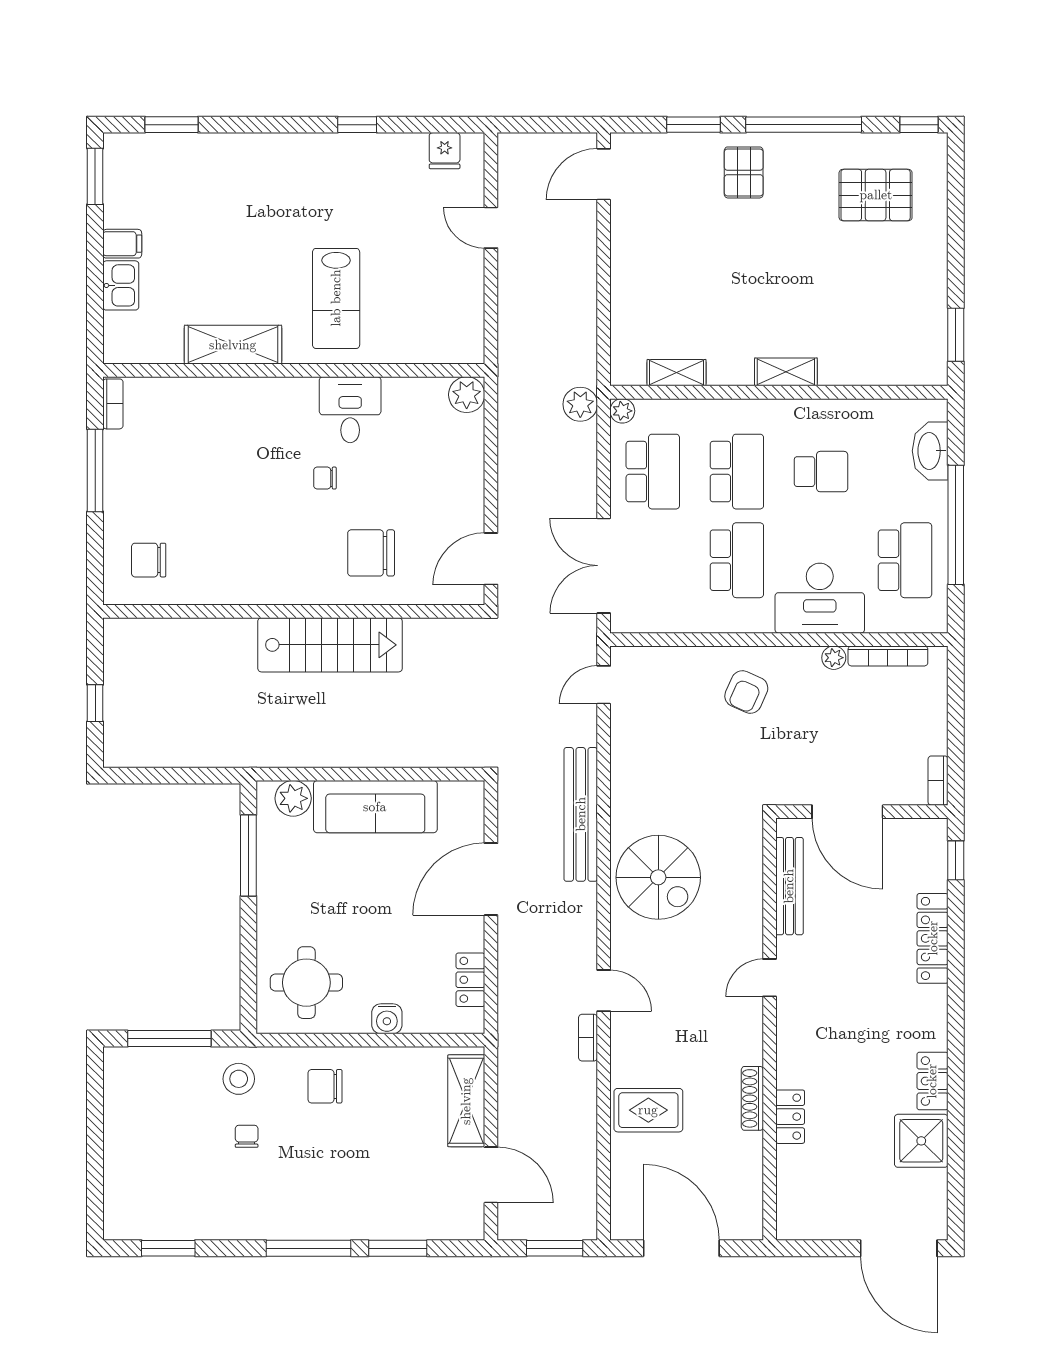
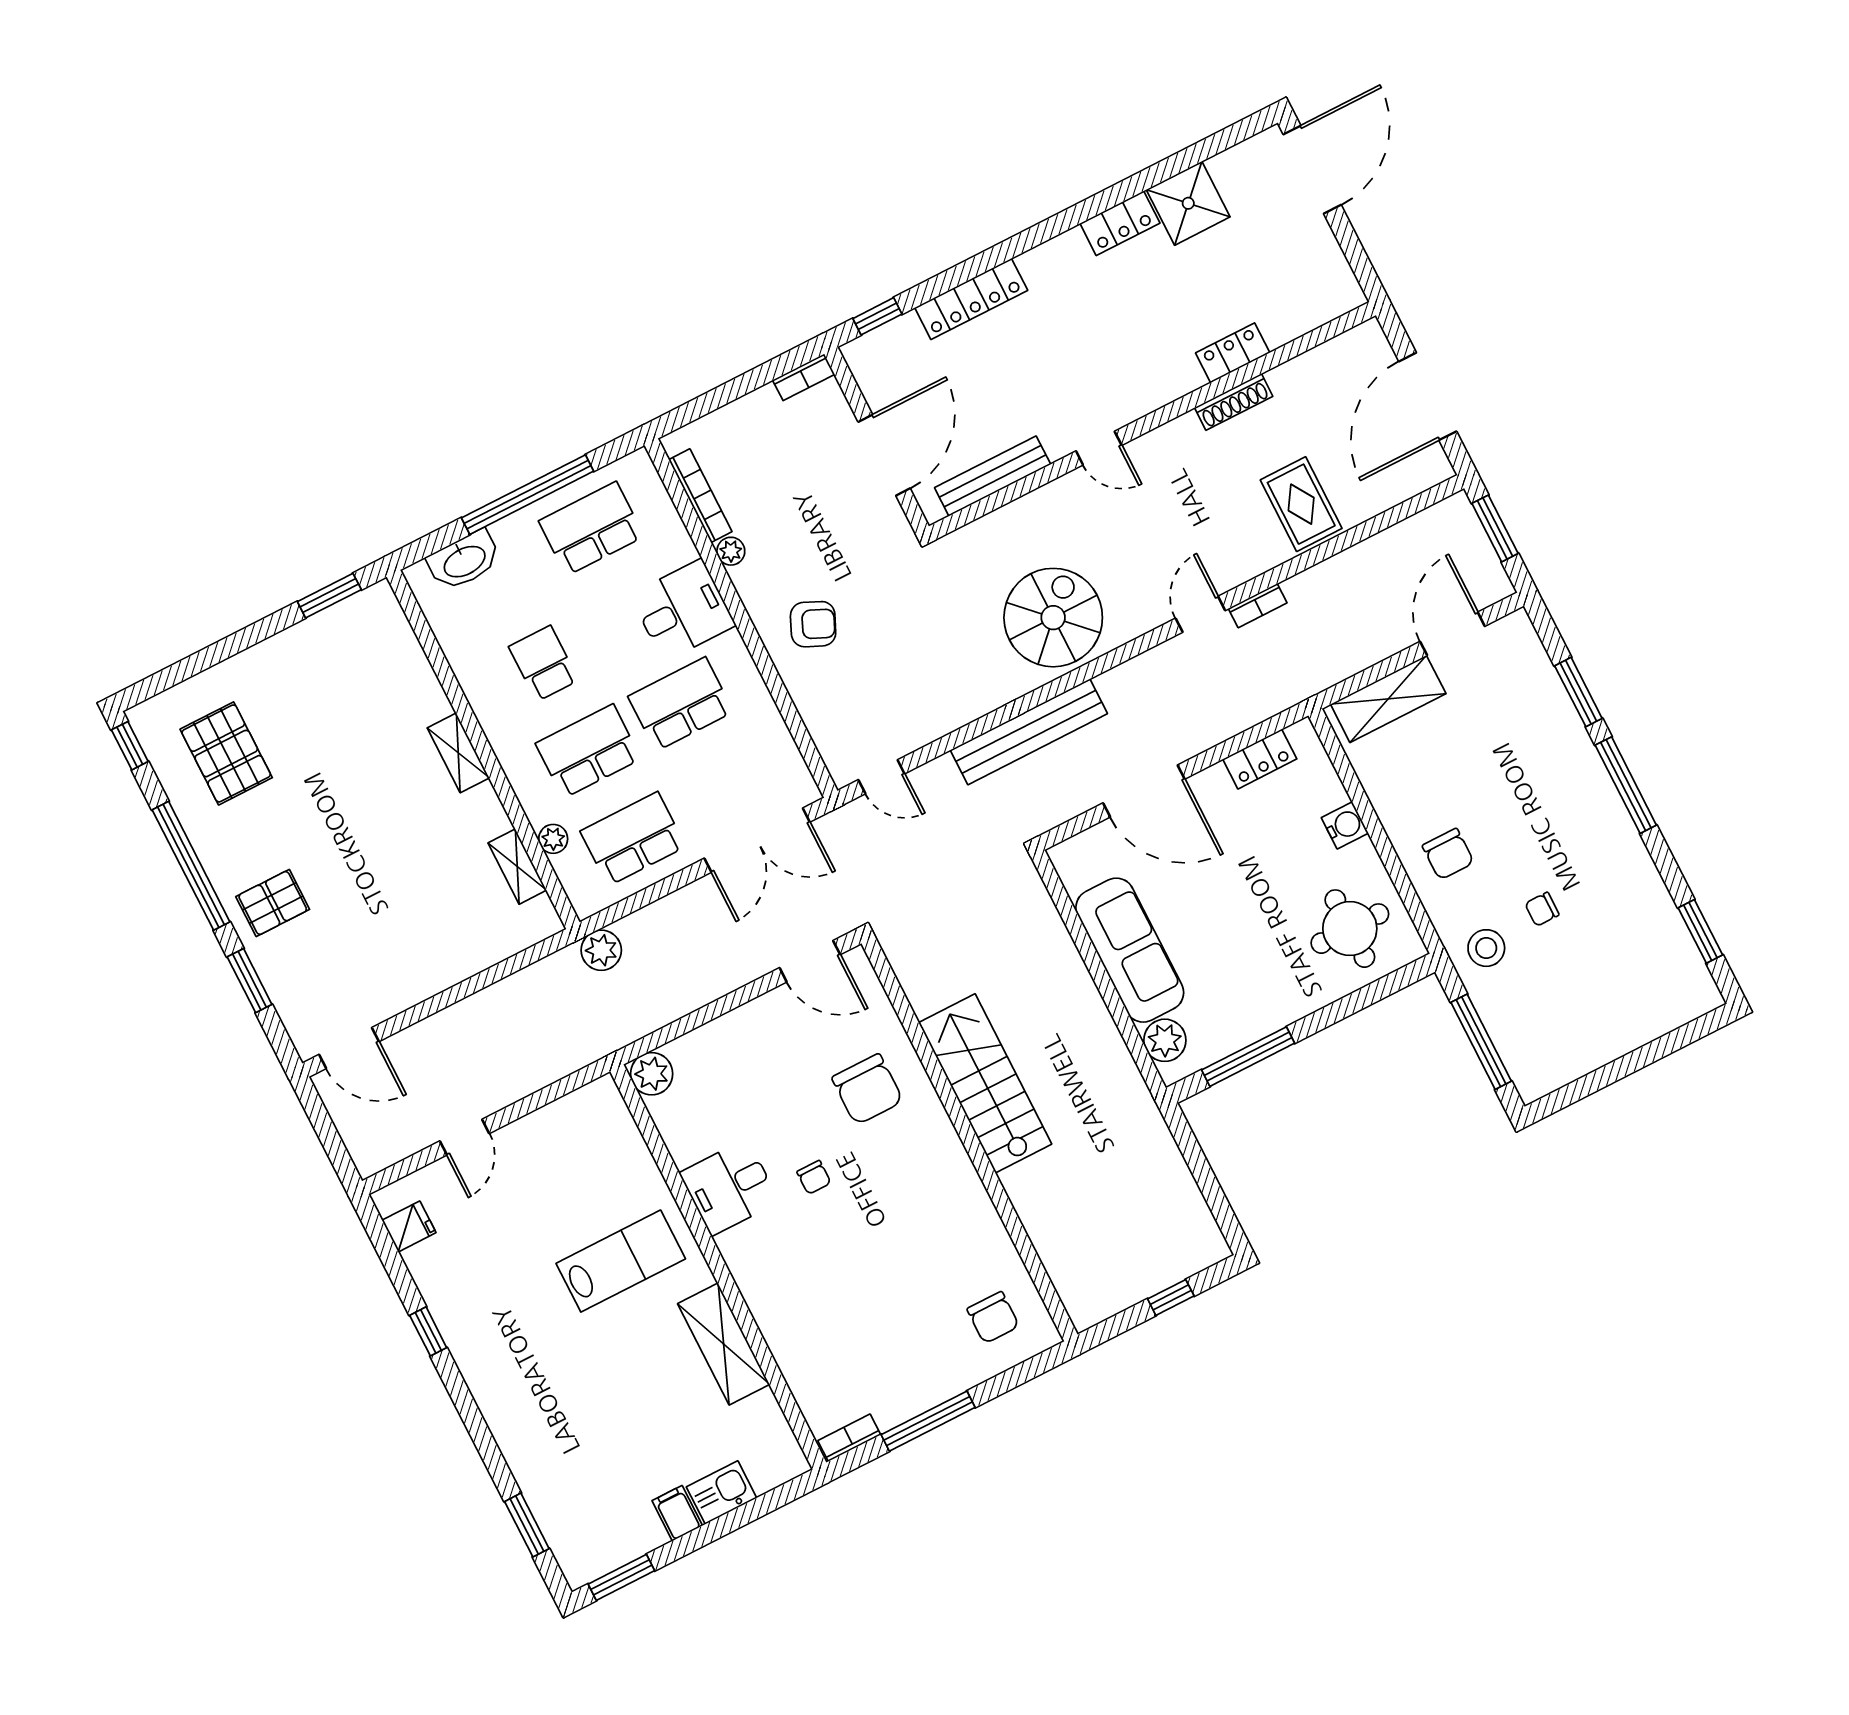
plant: (622, 411) -> (553, 839), moved
desk: (820, 598) -> (683, 610), width x0.73

